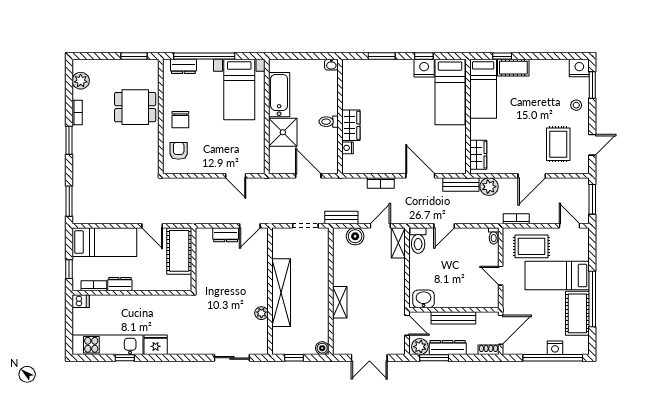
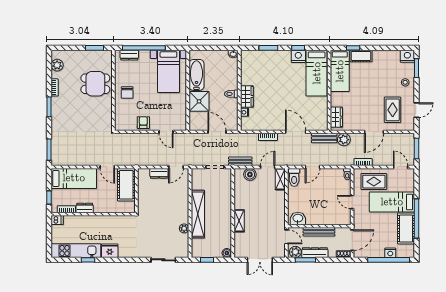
armchair: (179, 151) -> (143, 123), moved

